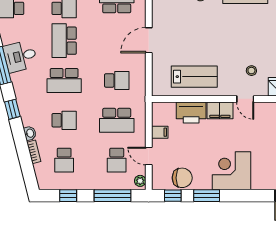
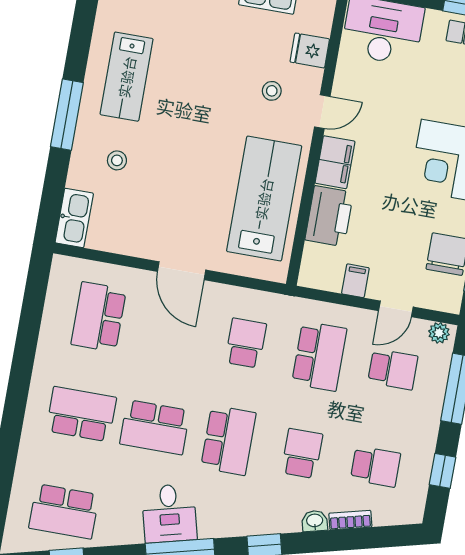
lab bench: (194, 77) -> (264, 199), width x1.36, depth x1.39

